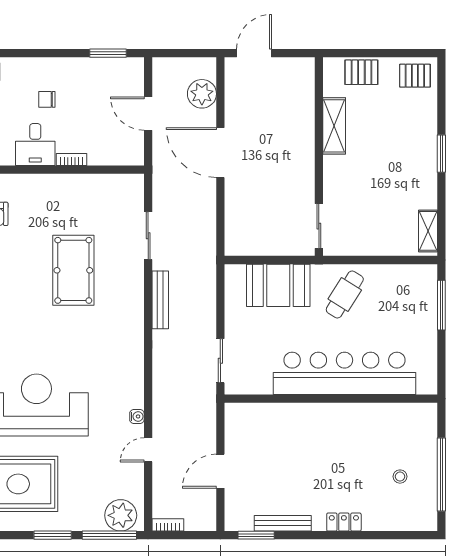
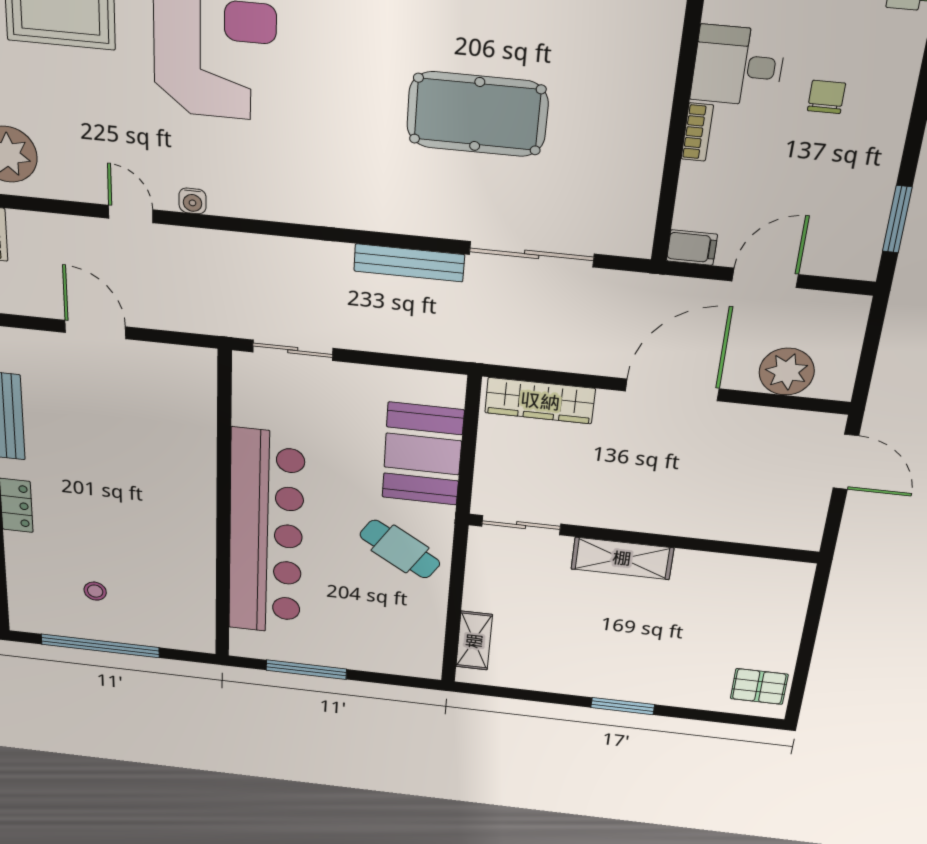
pallet: (361, 72) -> (779, 615), removed
pallet: (415, 76) -> (759, 686), turned 90
shelving: (334, 126) -> (622, 558), moved
filing cabinet: (135, 154) -> (692, 248), added
wardrobe: (236, 223) -> (540, 401), added
shelving: (428, 231) -> (474, 641), moved, turned 90
sliding door: (148, 236) -> (532, 254), width x1.37
window: (441, 305) -> (306, 670), moved

